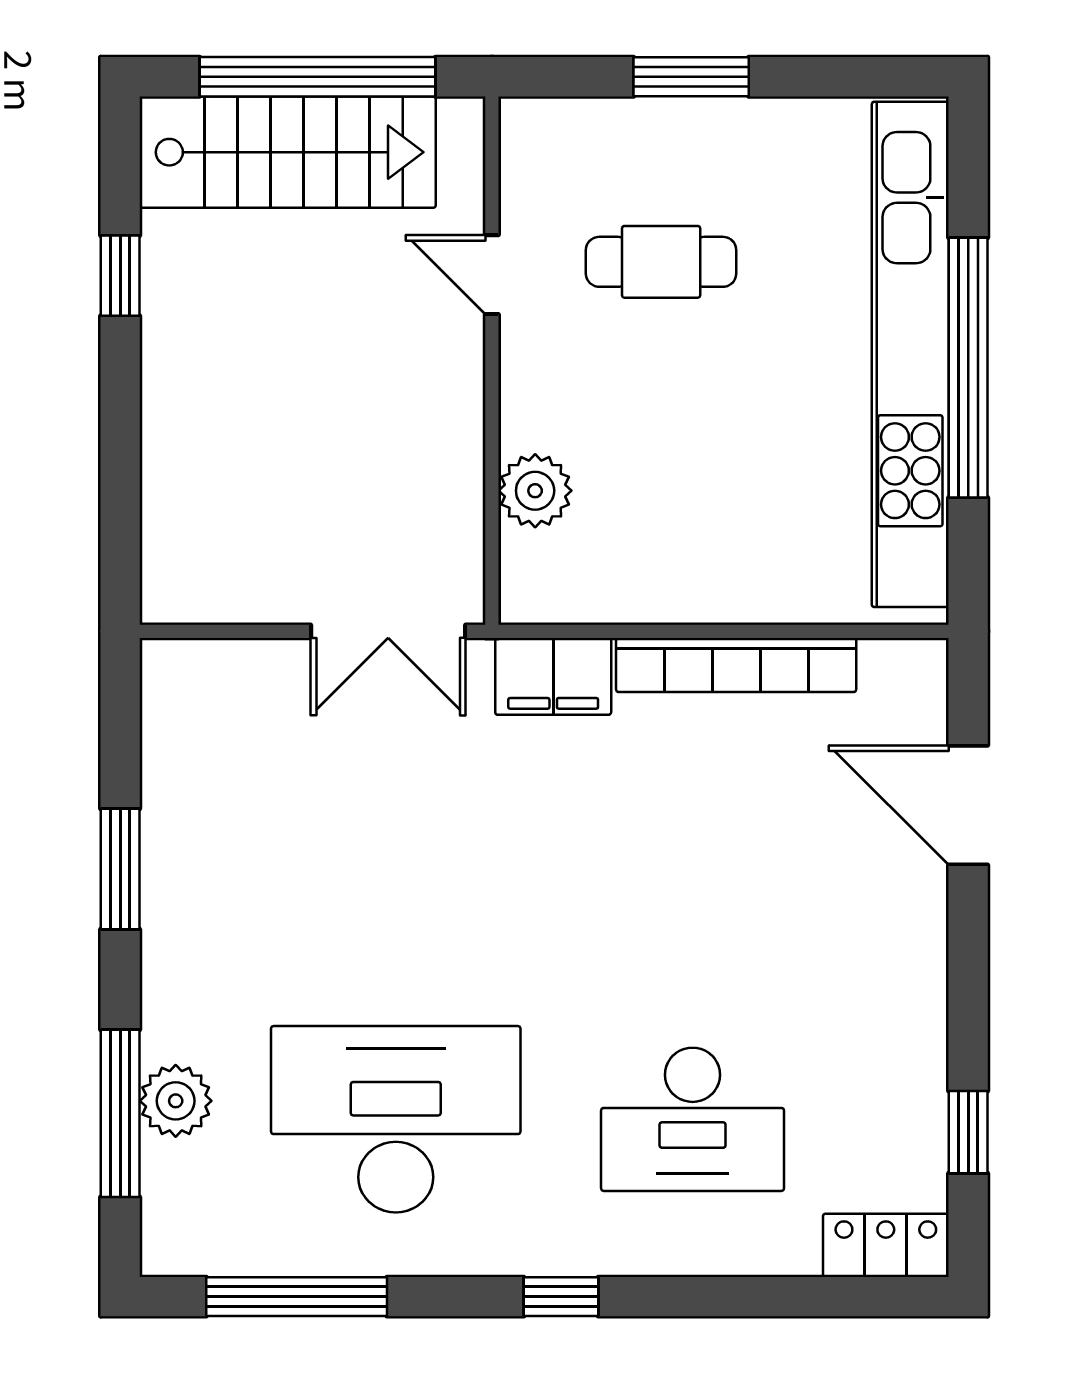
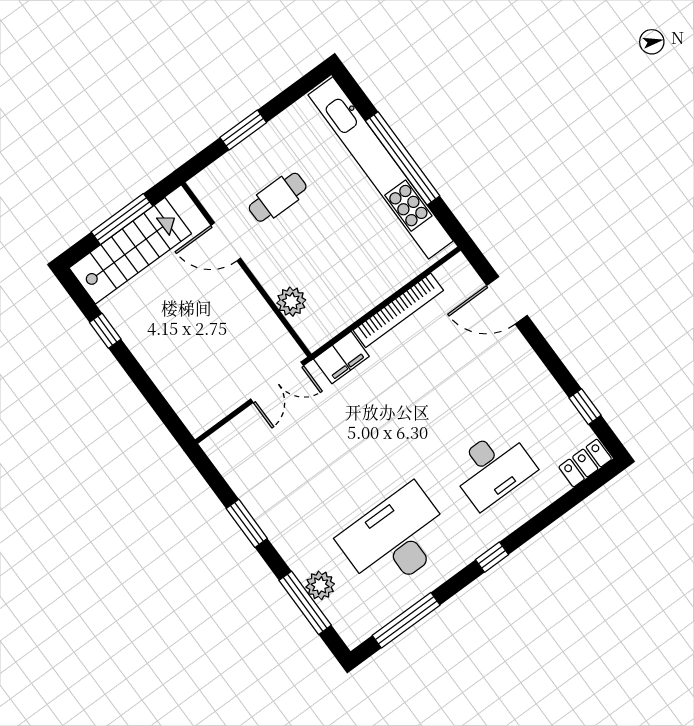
window: (317, 77) -> (122, 219), width x0.68
door: (492, 275) -> (226, 242), width x1.37

